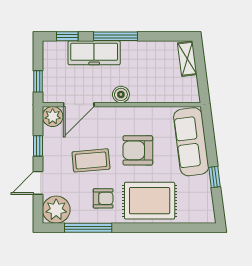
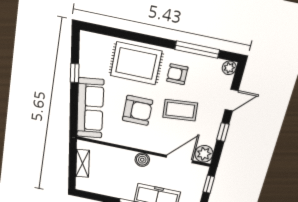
shelving: (187, 59) -> (83, 163), moved
plant: (56, 210) -> (229, 68), width x0.53, depth x0.53

